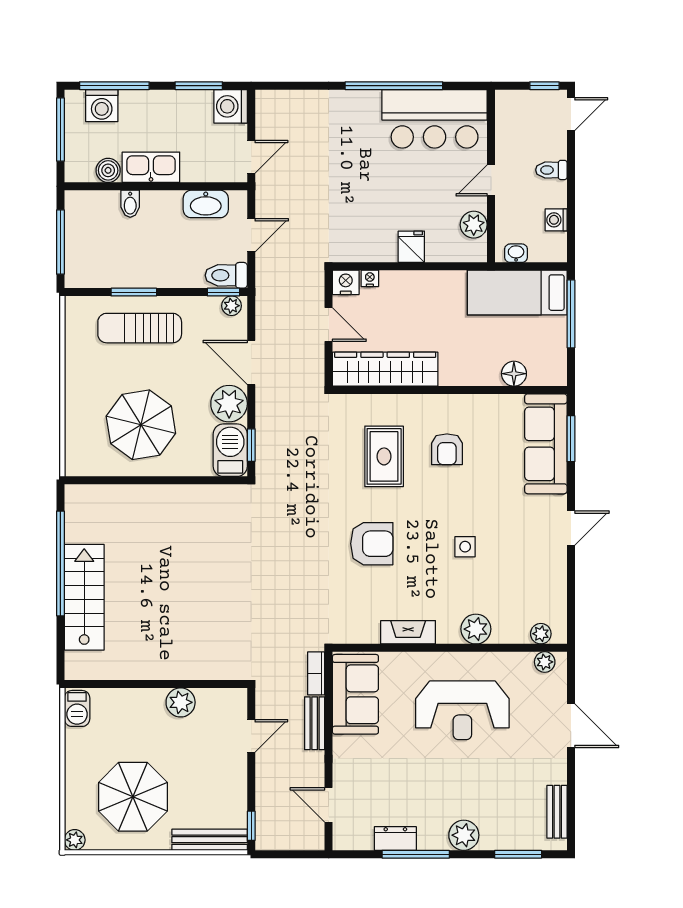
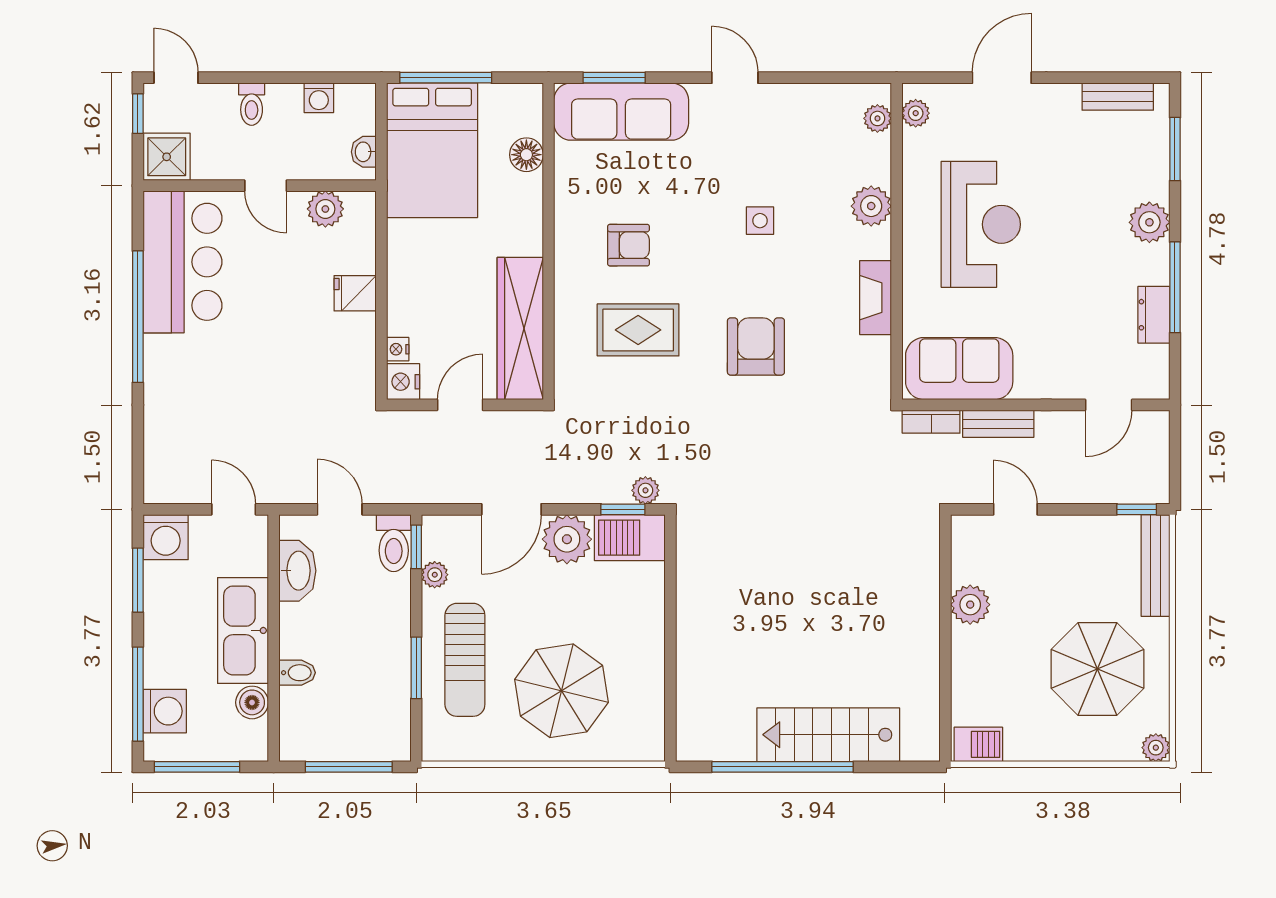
shower: (512, 107) -> (167, 157), added
kitchen sink: (151, 167) -> (243, 630), width x1.36, depth x1.24
bed: (517, 293) -> (432, 150), width x1.50
plant: (232, 306) -> (435, 575), moved
parasol: (141, 425) -> (561, 691), moved
plant: (265, 462) -> (645, 490), added

